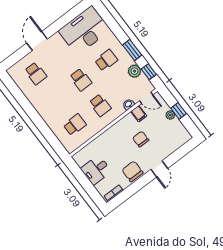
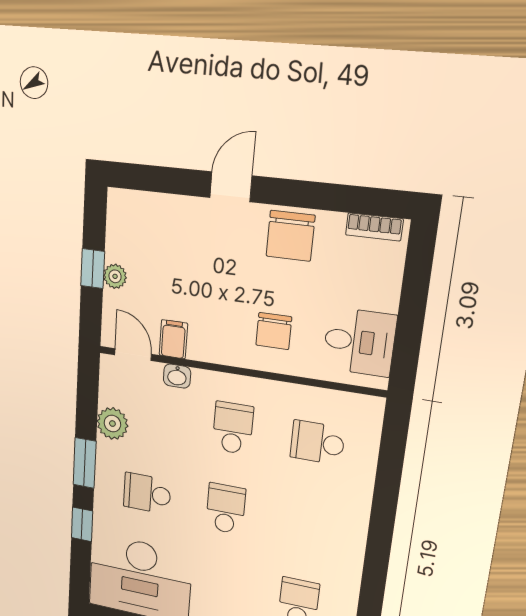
window: (149, 72) -> (82, 524), moved
chair: (141, 139) -> (274, 331), moved
desk: (96, 170) -> (359, 342), moved

